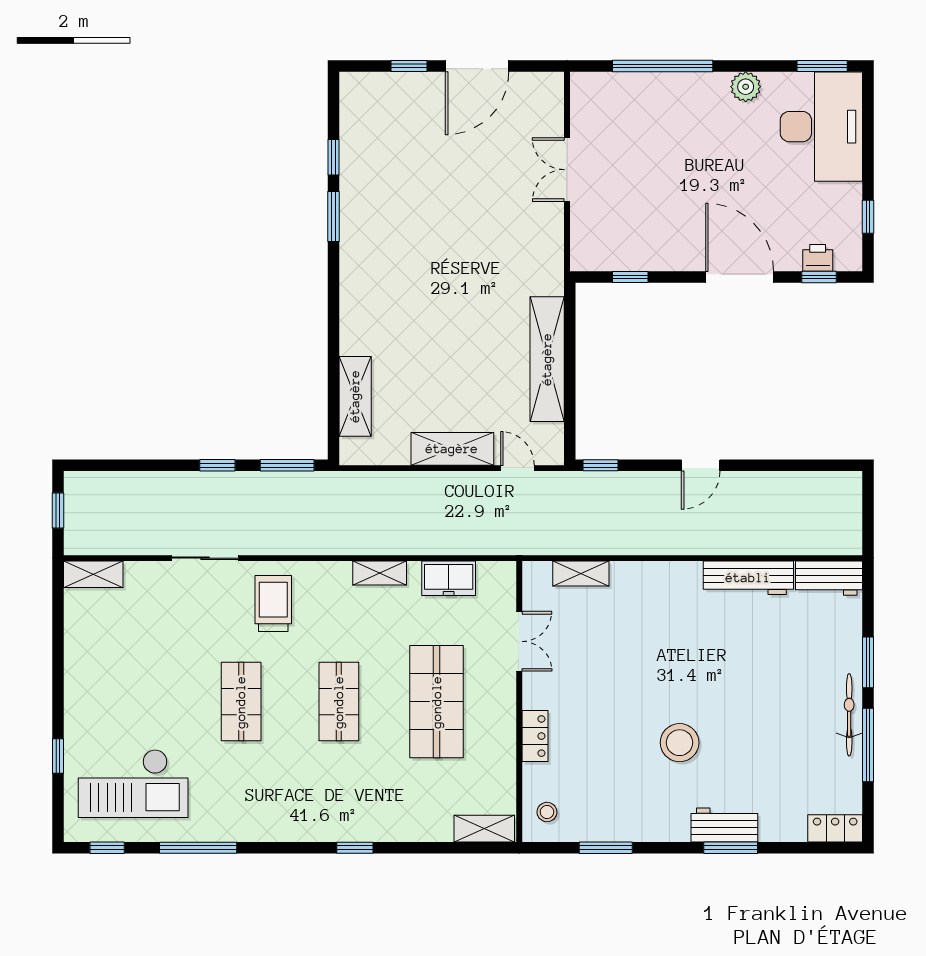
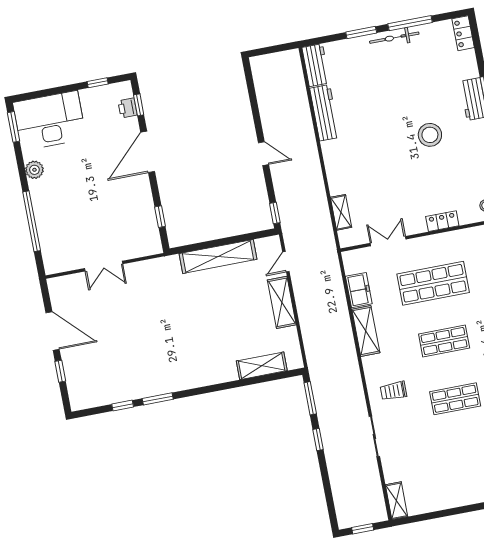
shelving: (380, 573) -> (366, 331), width x1.50, depth x1.33
trolley: (273, 604) -> (393, 391), width x0.73, depth x0.72

